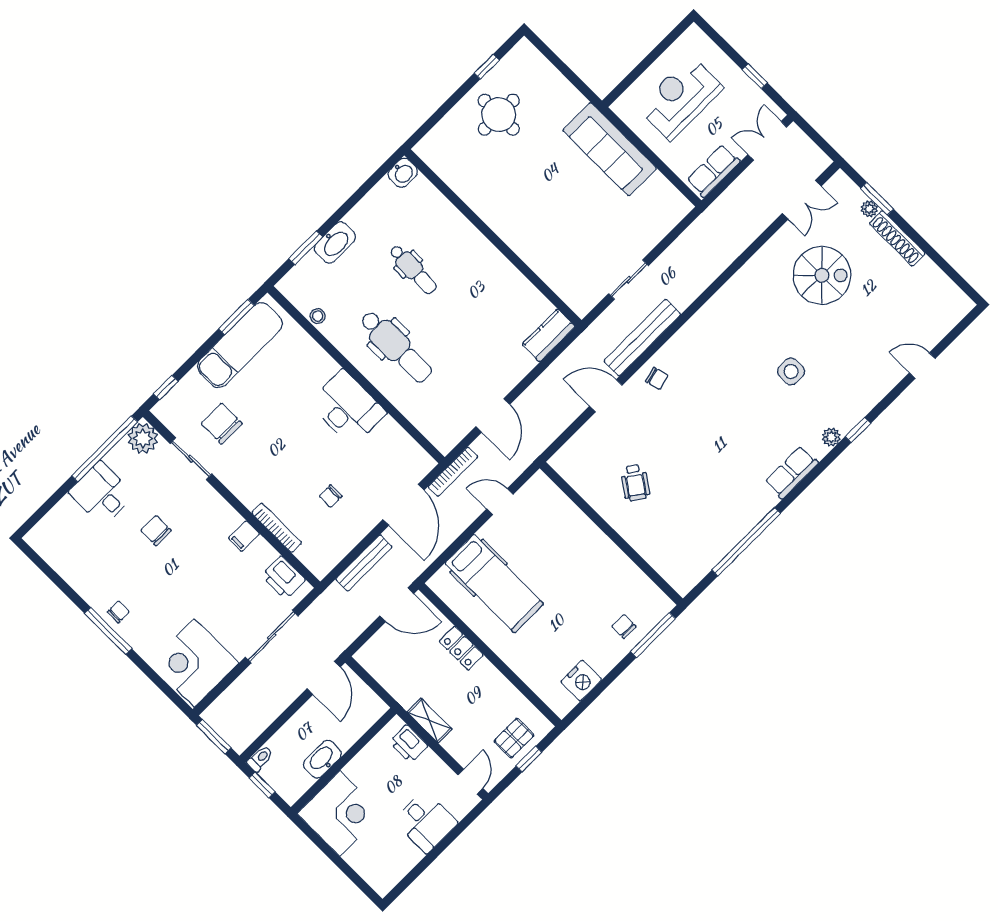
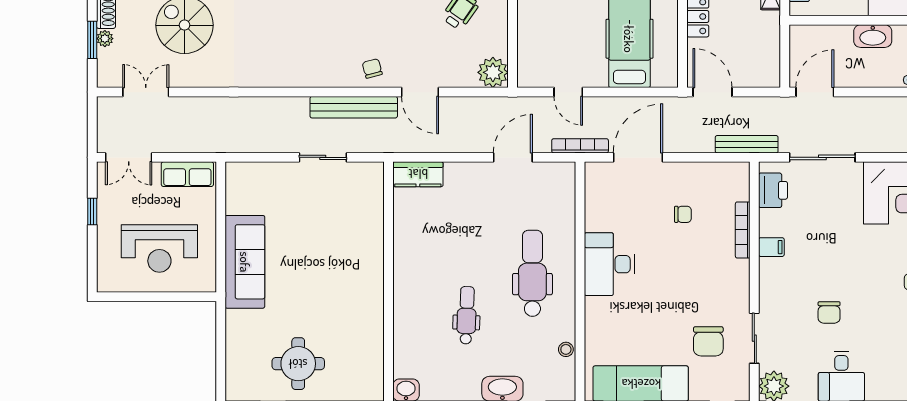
plant: (568, 462) -> (493, 72), added
bench: (364, 563) -> (747, 144), moved

